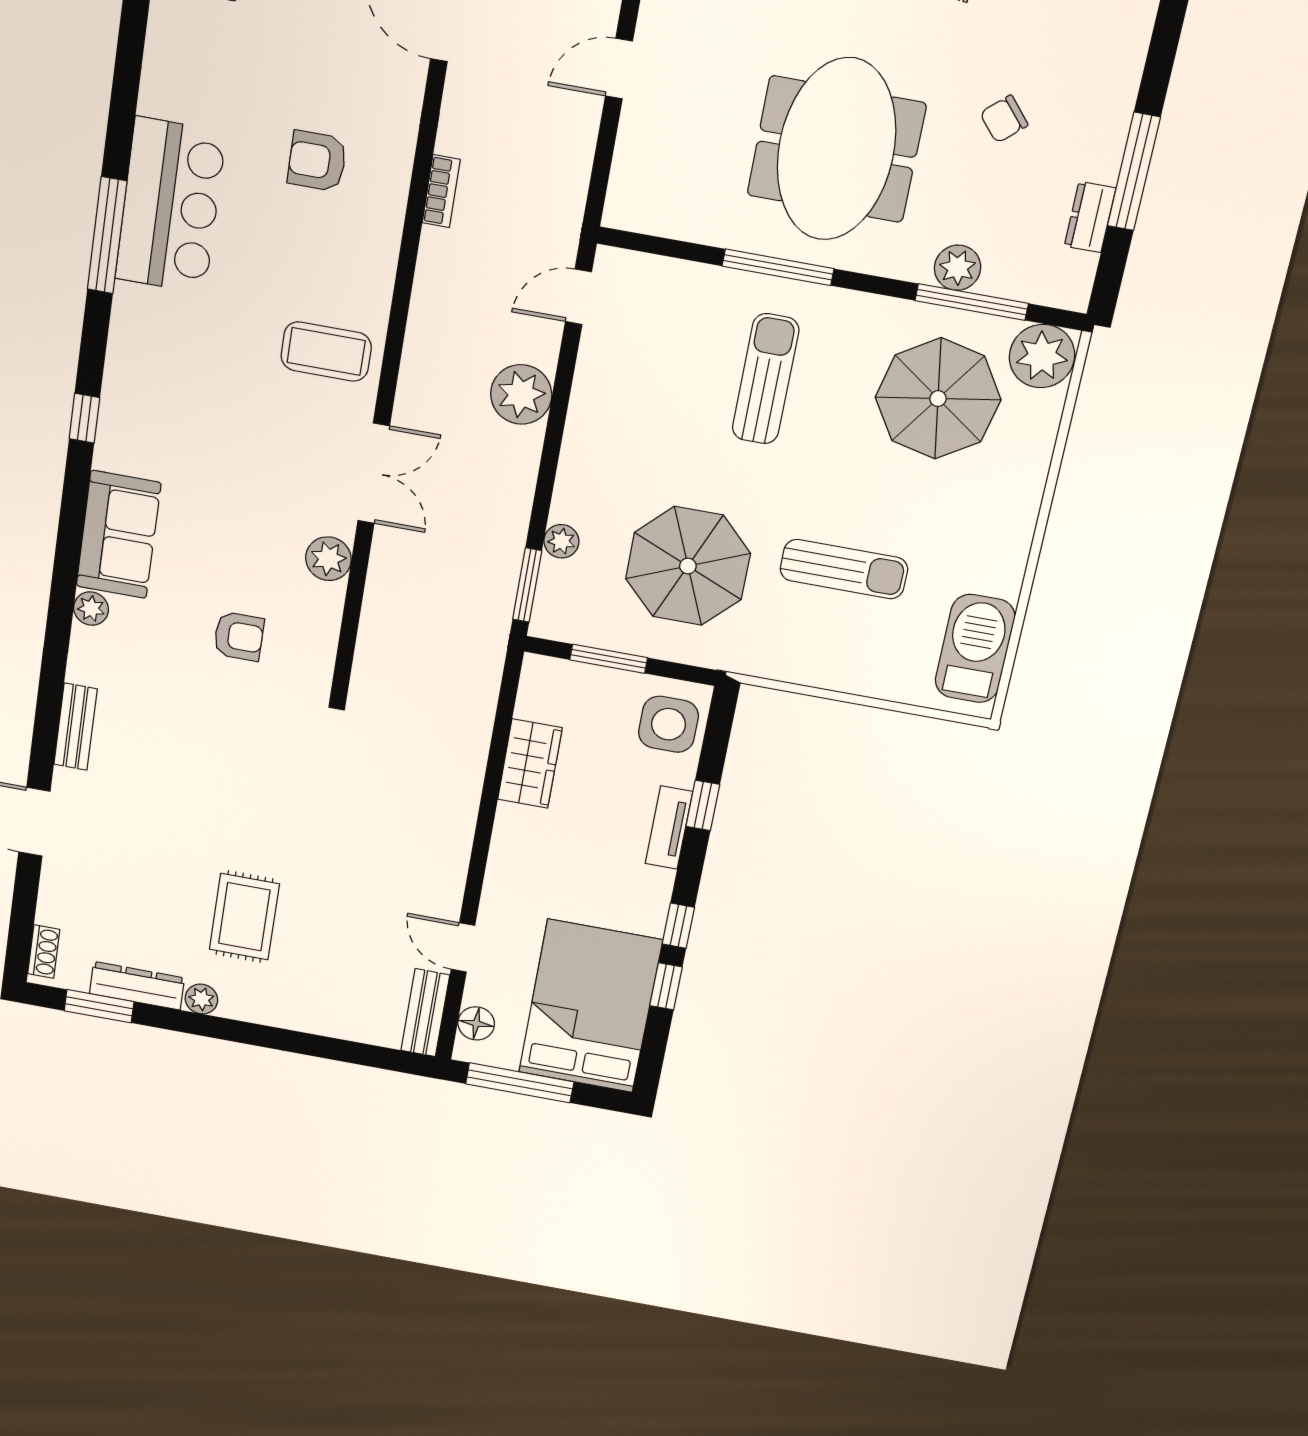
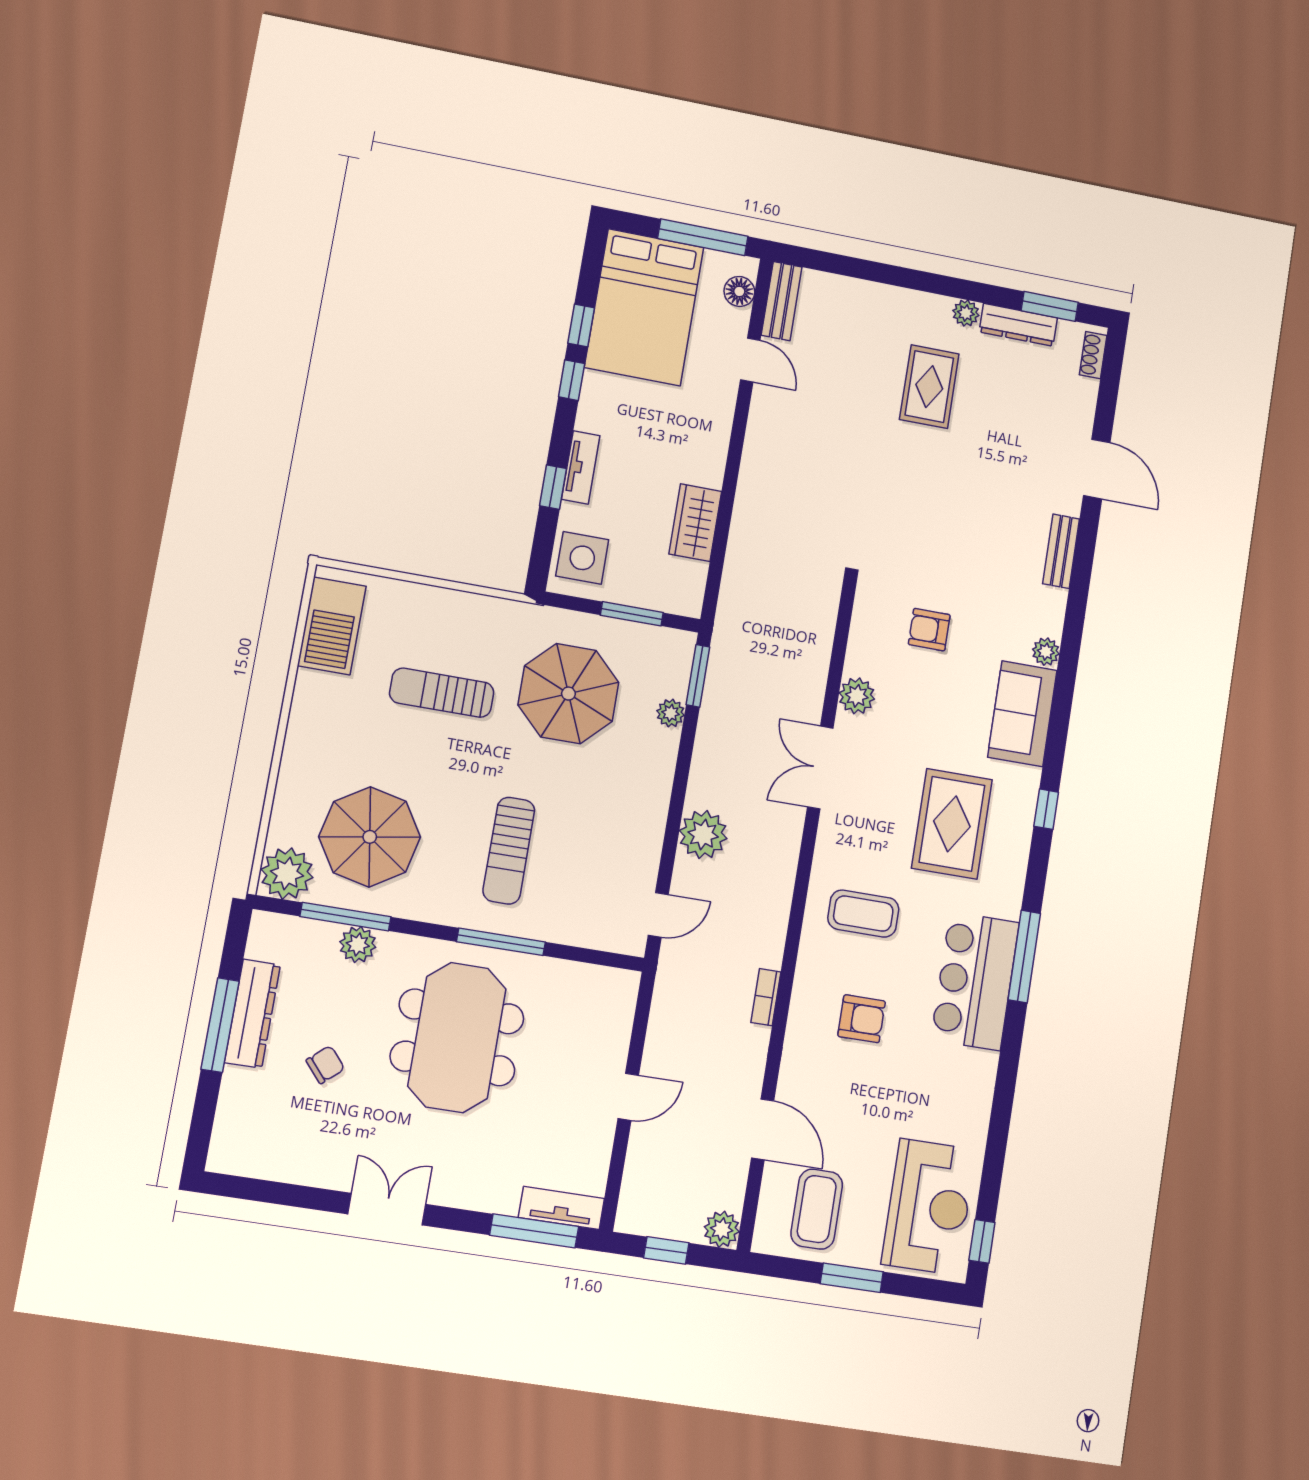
dresser: (1090, 217) -> (252, 1014), width x1.96, depth x1.24
coffee table: (326, 351) -> (863, 914), moved
rug: (205, 402) -> (952, 824), added

